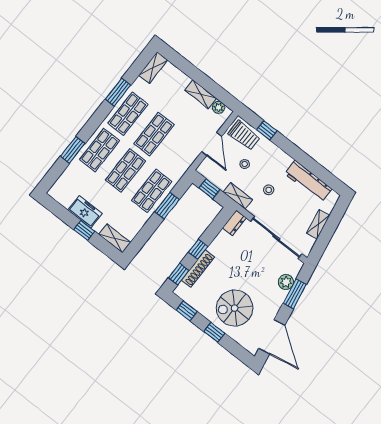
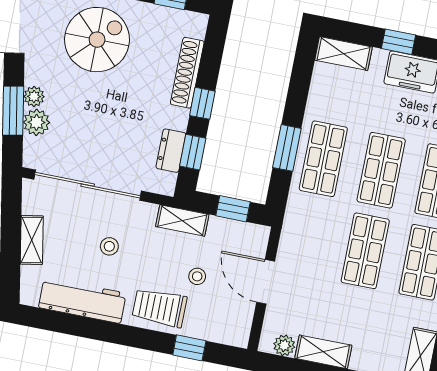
trolley: (244, 135) -> (159, 308), moved
stool: (269, 190) -> (109, 246), moved
dresser: (234, 223) -> (171, 151), moved
window: (179, 274) -> (193, 152), moved
plant: (281, 296) -> (34, 96), added

